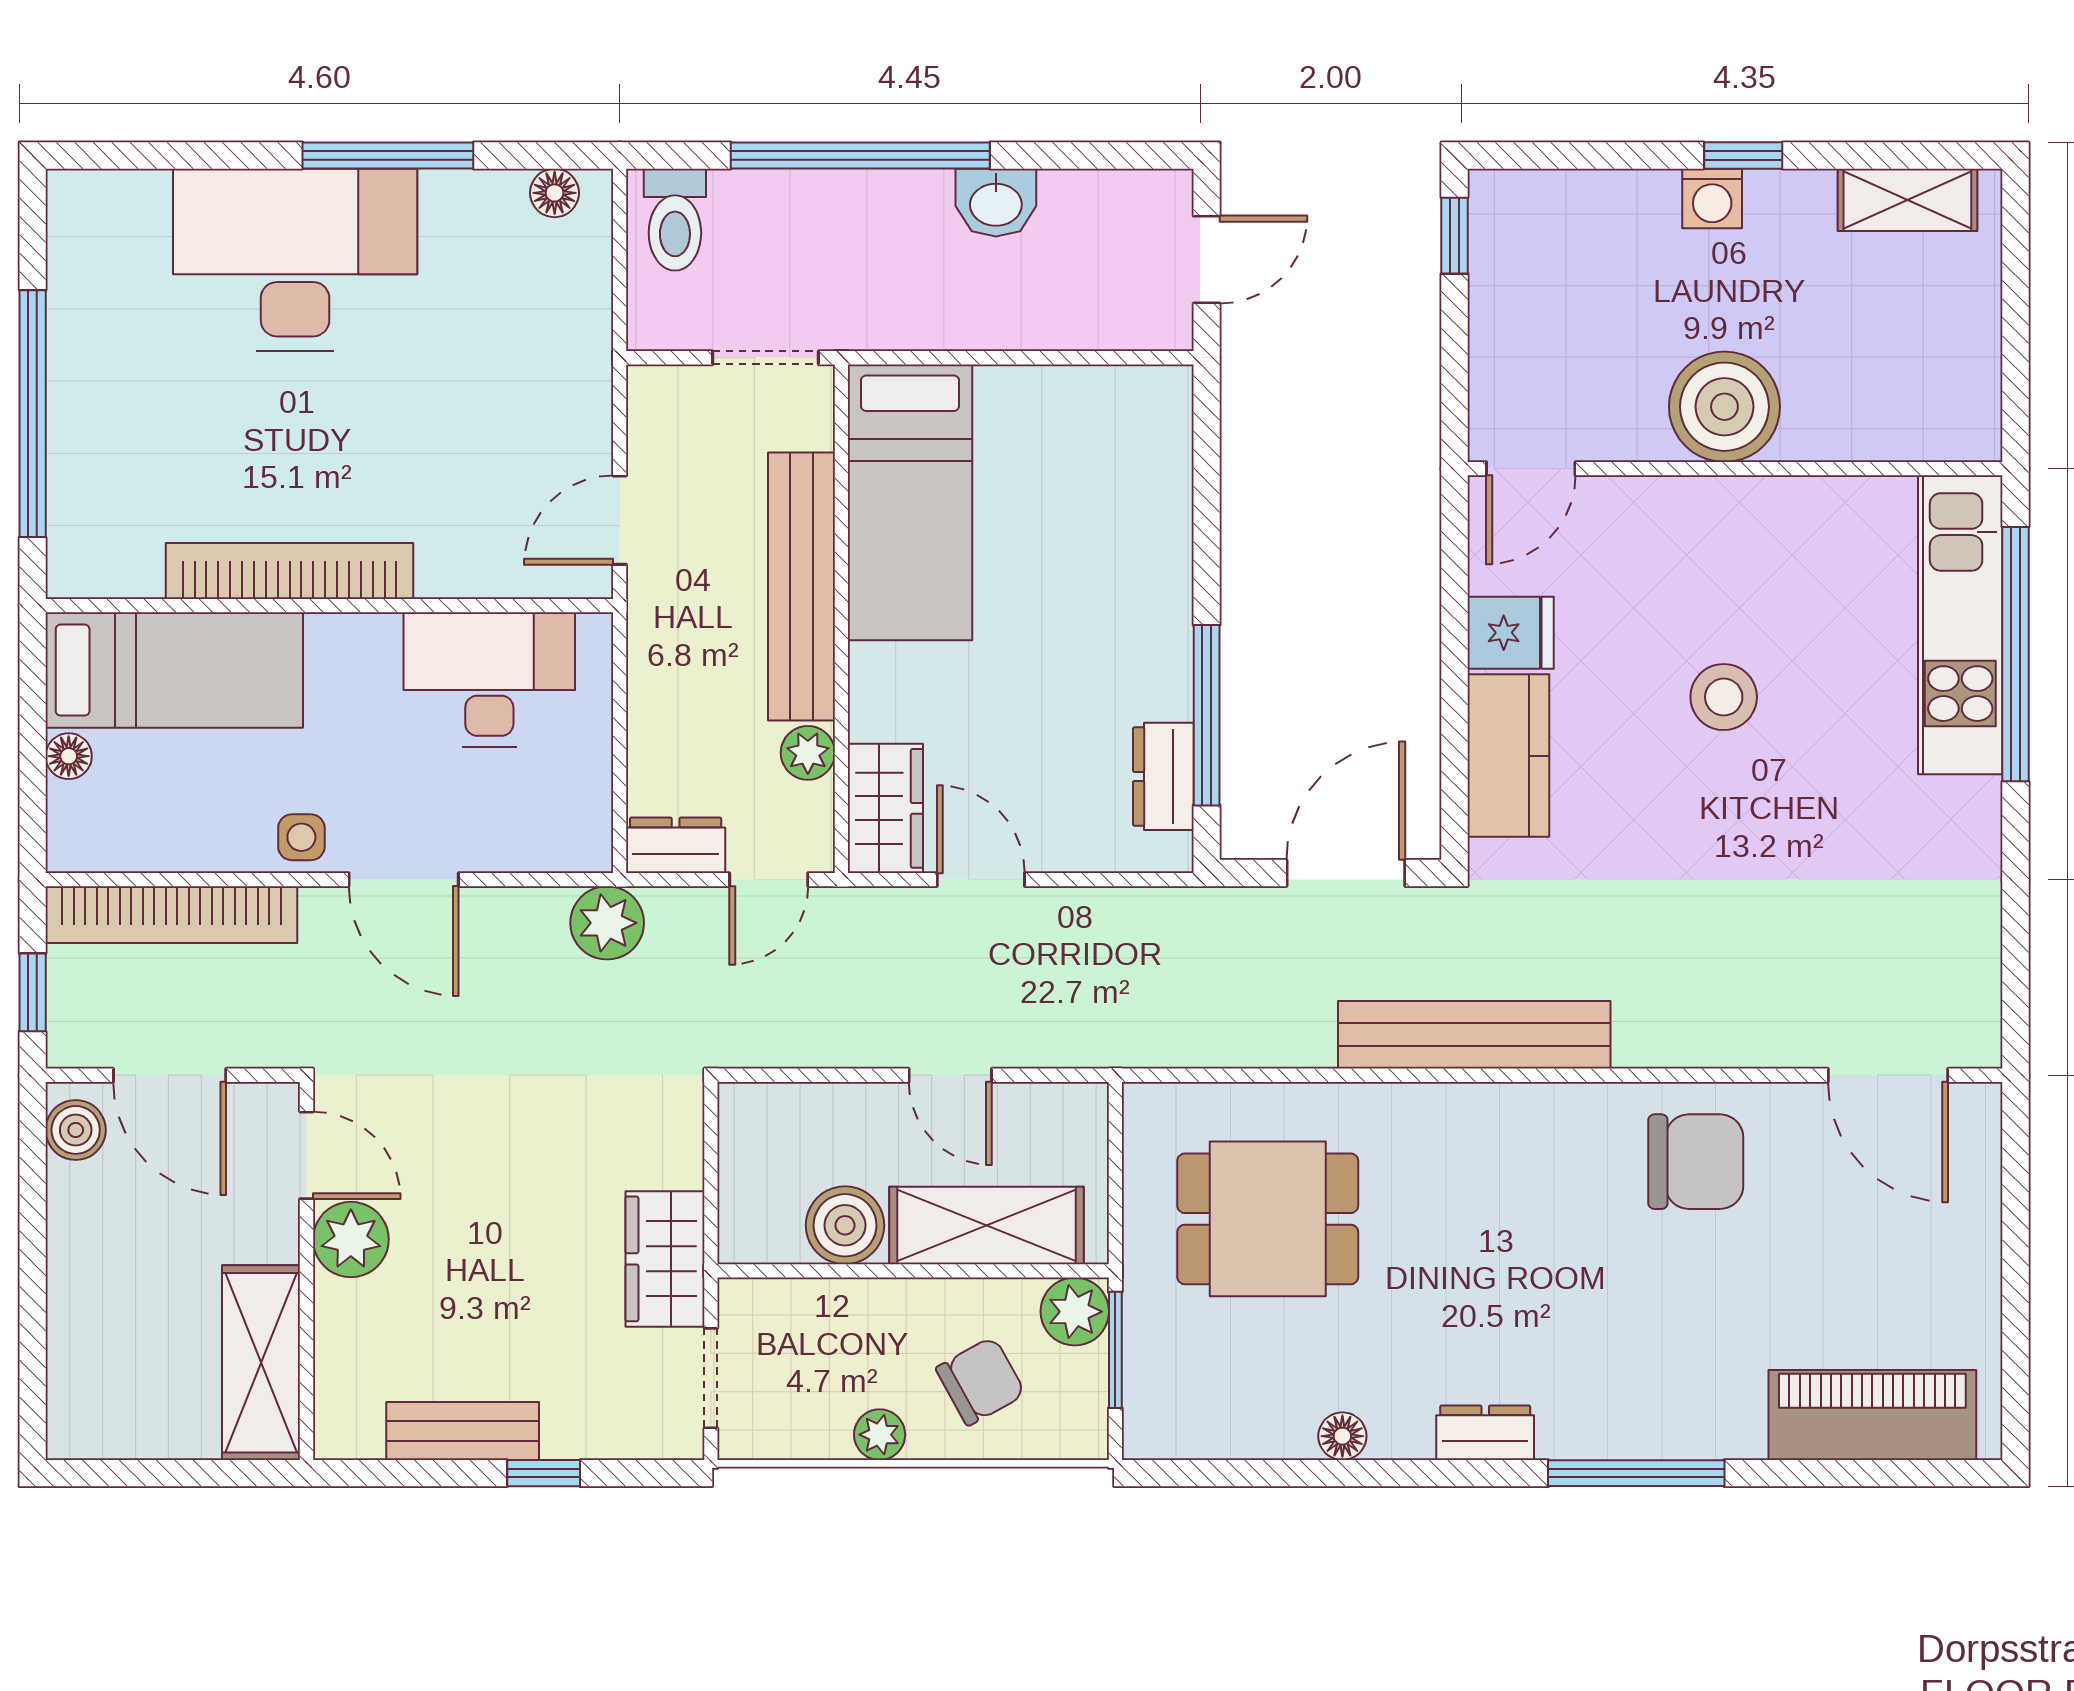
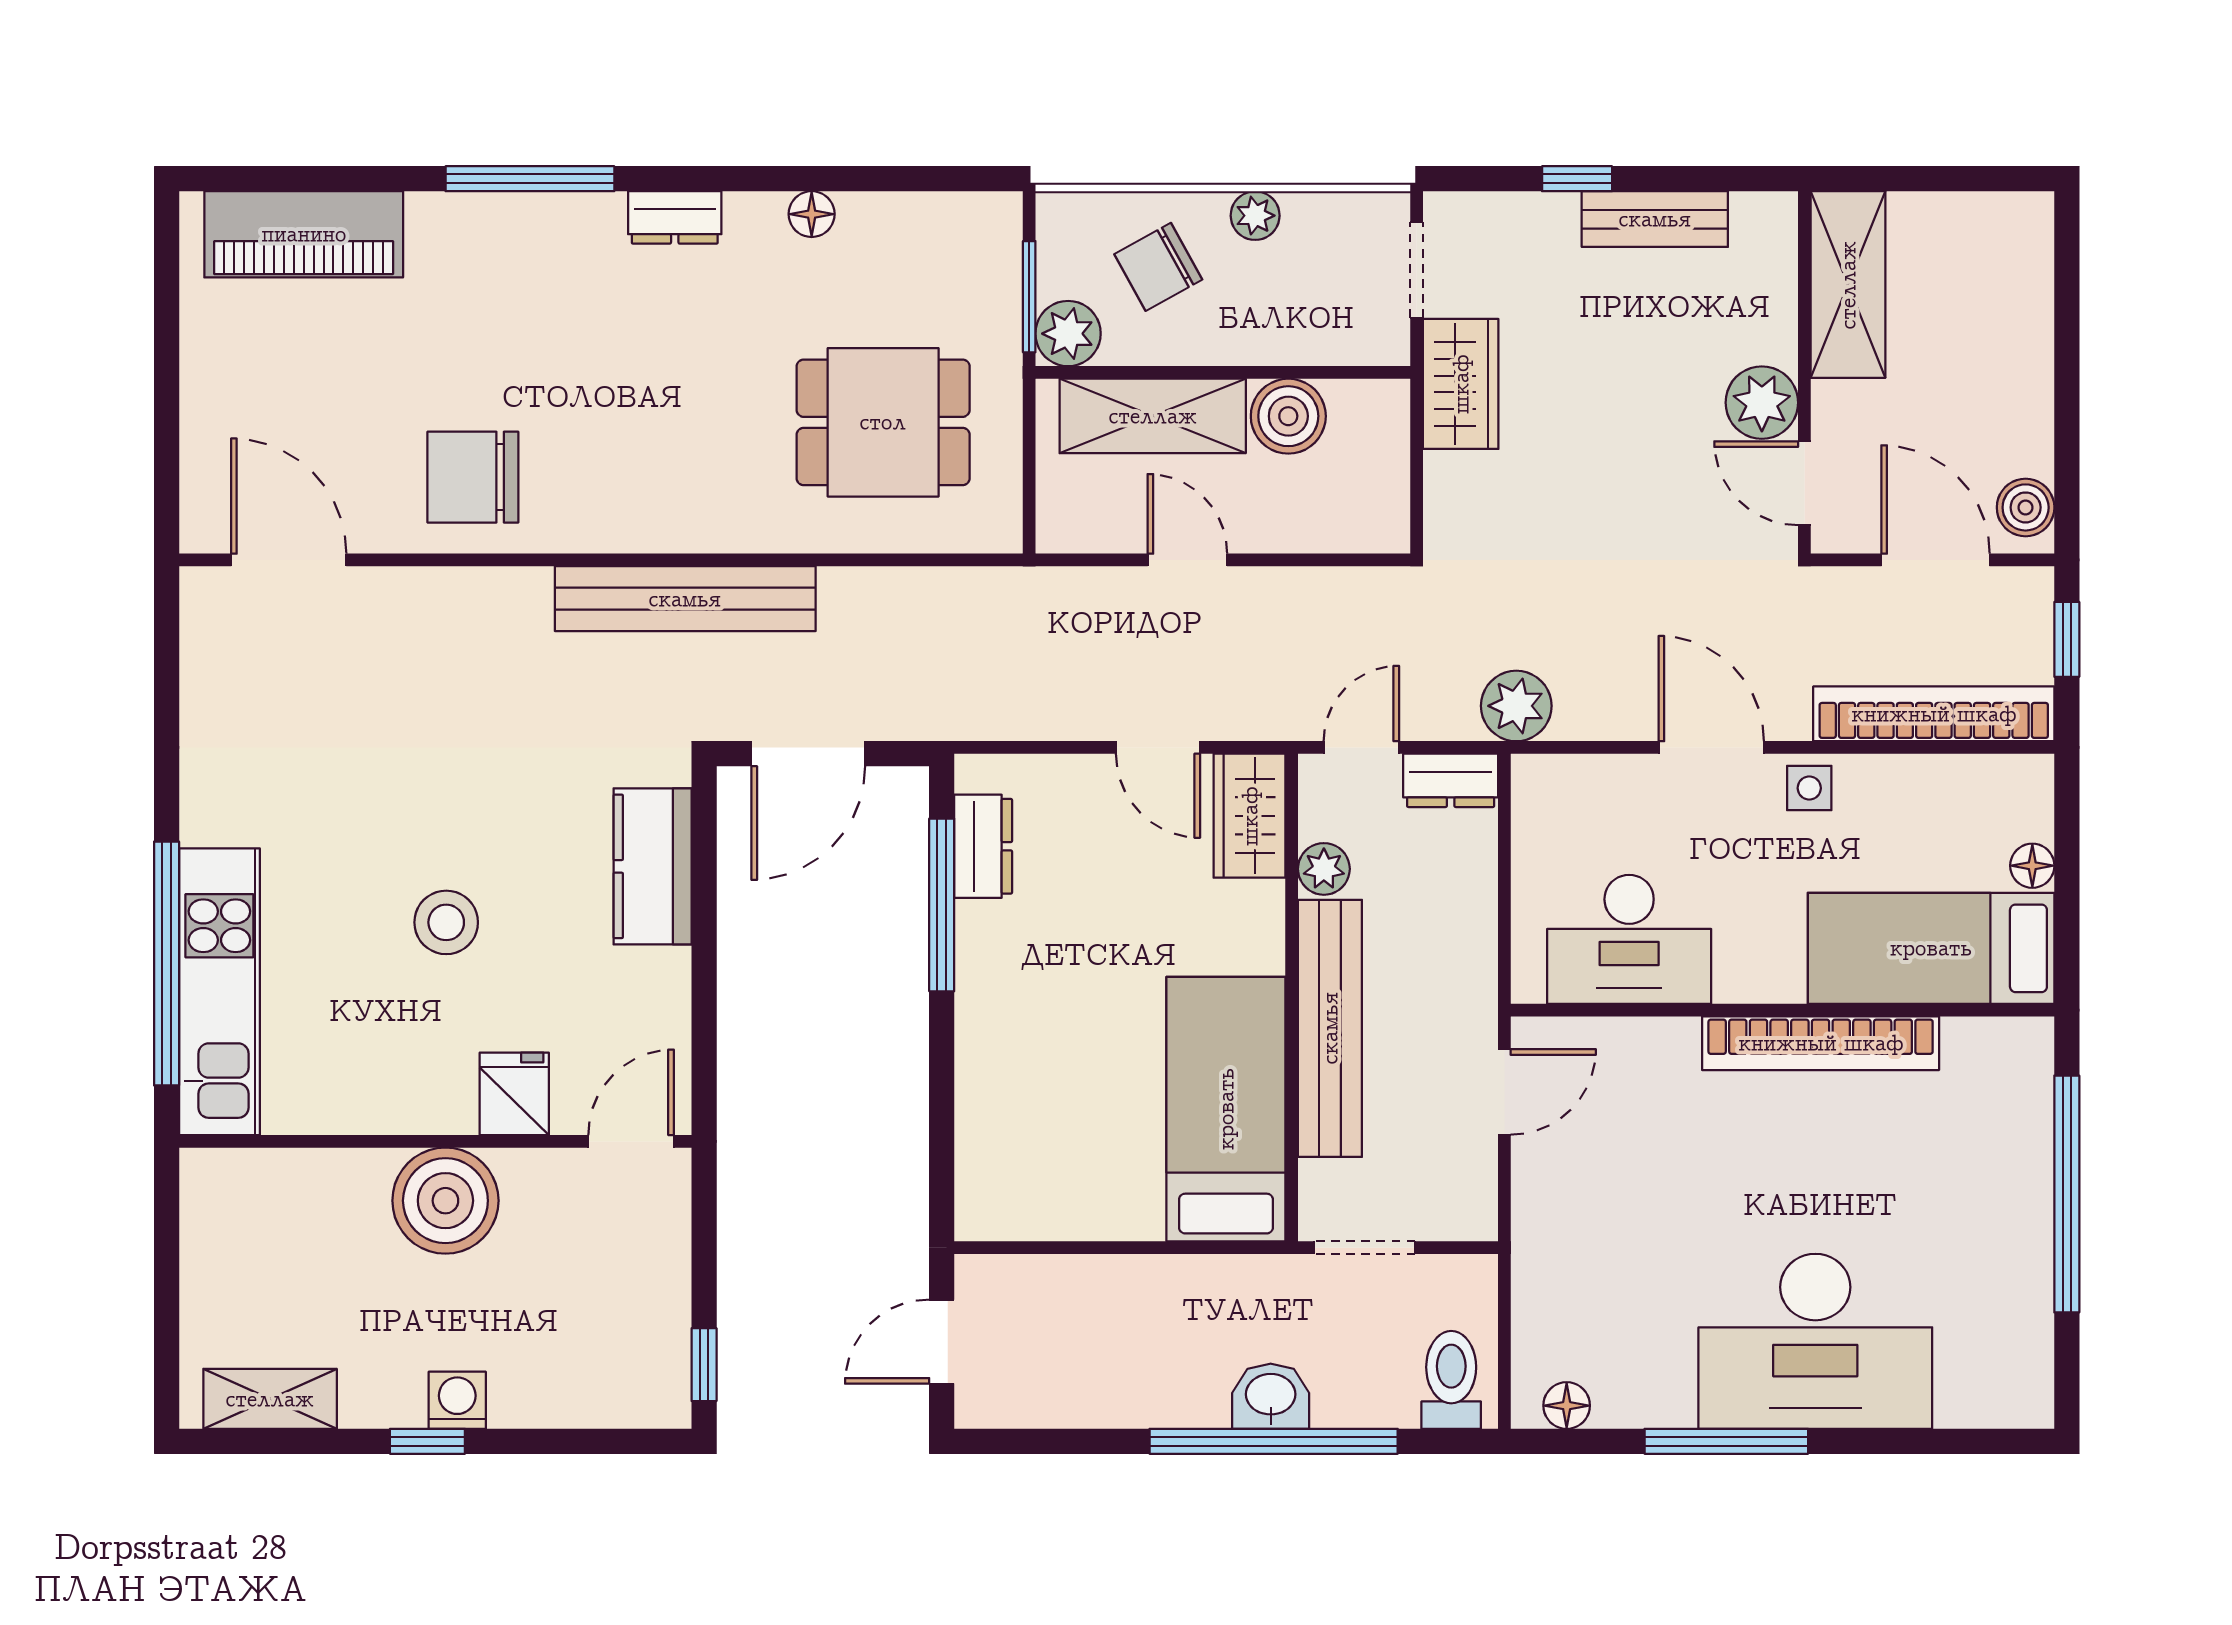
washbasin: (996, 203) -> (1271, 1396), moved
fridge: (1511, 633) -> (514, 1094), moved, turned 90

